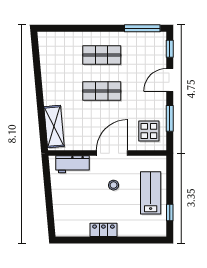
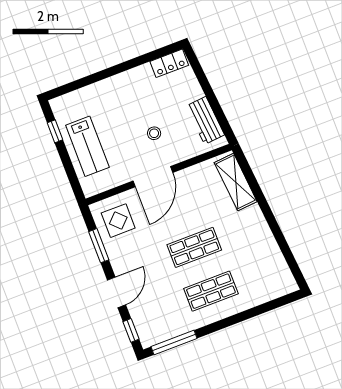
workbench: (73, 164) -> (205, 120), moved, turned -95
stool: (114, 185) -> (154, 133), moved
locker: (103, 230) -> (169, 63), moved

